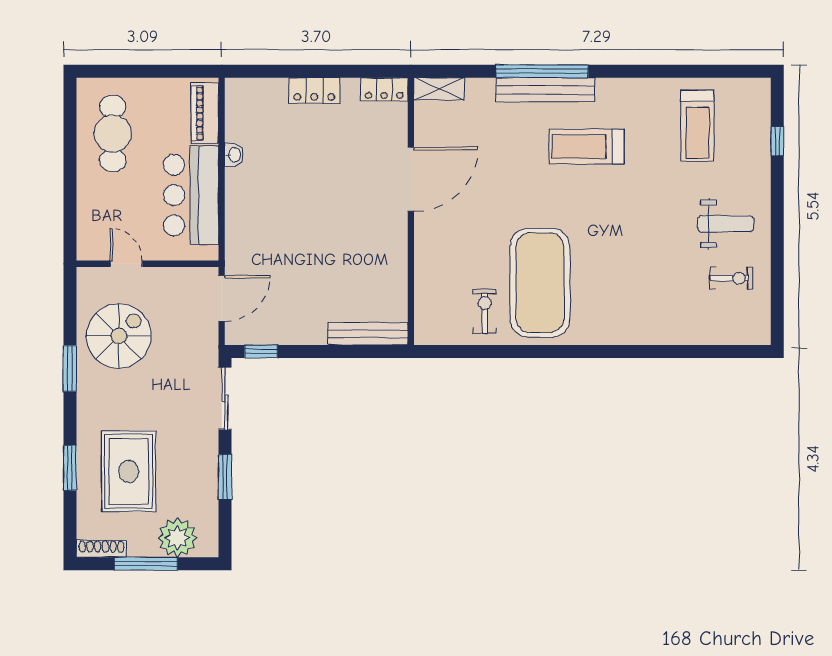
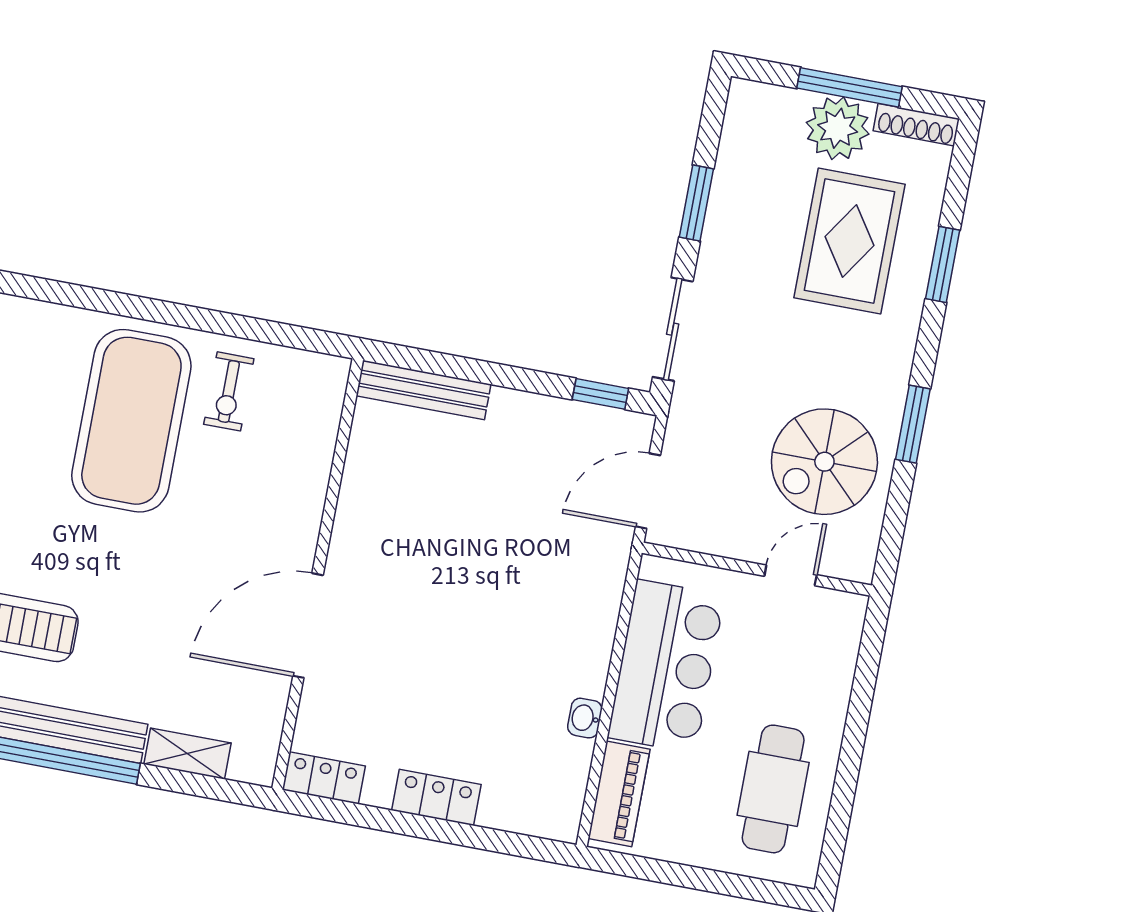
shelving: (439, 89) -> (188, 754), moved
door: (126, 264) -> (791, 575), swing flipped
plant: (177, 538) -> (838, 128), moved

